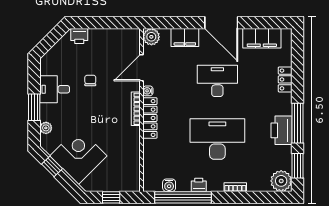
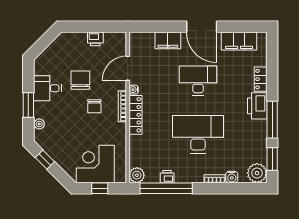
printer: (79, 36) -> (95, 39), moved
plant: (151, 37) -> (137, 175), moved
chair: (90, 80) -> (80, 80), width x1.87, depth x1.87
chair: (105, 109) -> (94, 106), added
printer: (281, 130) -> (257, 106), moved
corner desk: (78, 156) -> (95, 164), moved, turned -45
water cooler: (169, 185) -> (232, 177), moved
printer: (199, 185) -> (167, 177), moved

